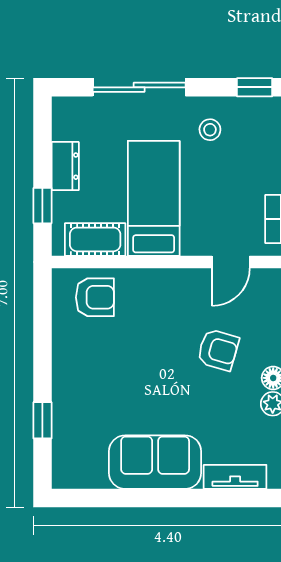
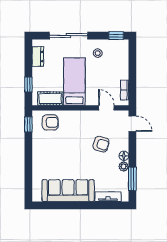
dresser: (65, 166) -> (38, 56), moved
door: (231, 262) -> (106, 108), swing flipped
window: (42, 420) -> (28, 124), moved
sofa: (155, 462) -> (68, 191), width x1.36

